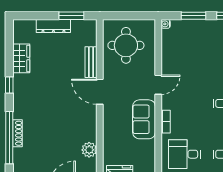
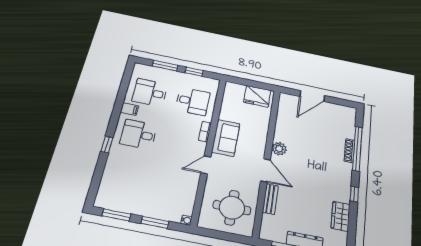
plant: (89, 150) -> (279, 149), moved

